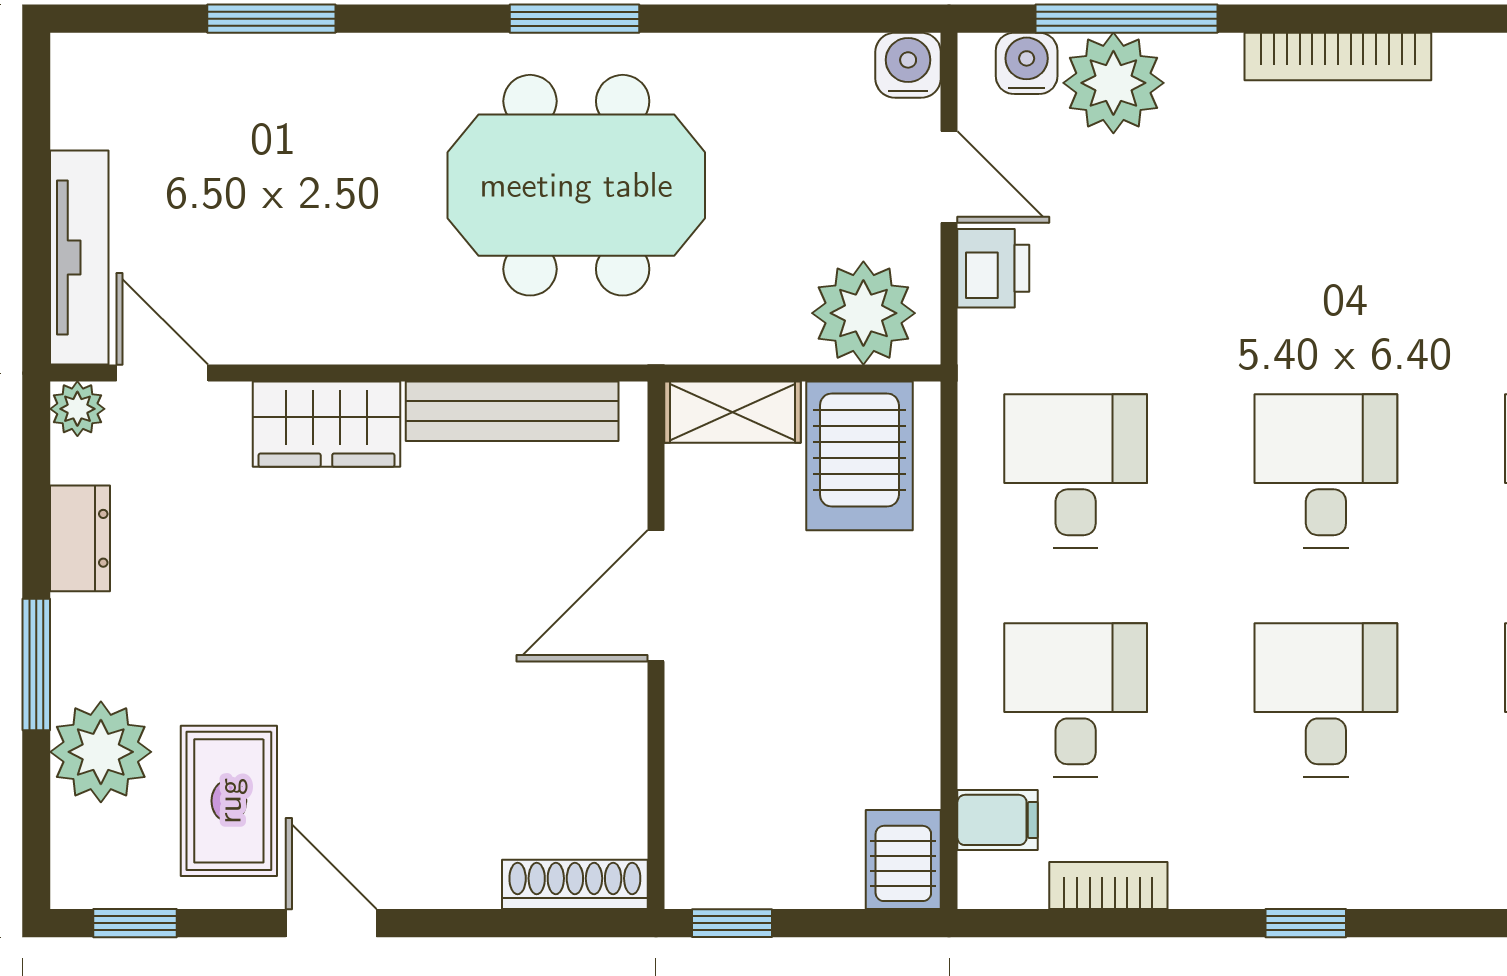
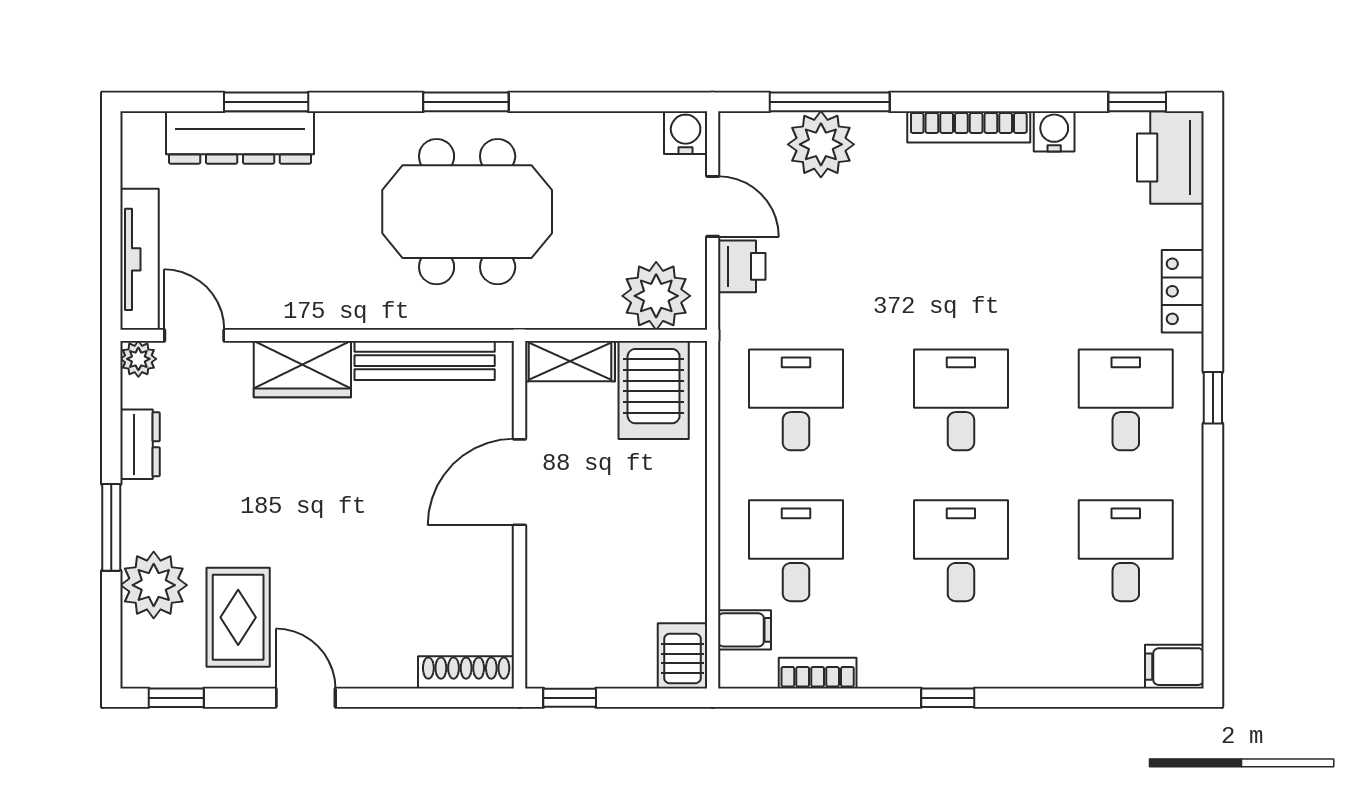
water cooler: (1027, 63) -> (1054, 131), moved
dresser: (232, 73) -> (240, 137), added

